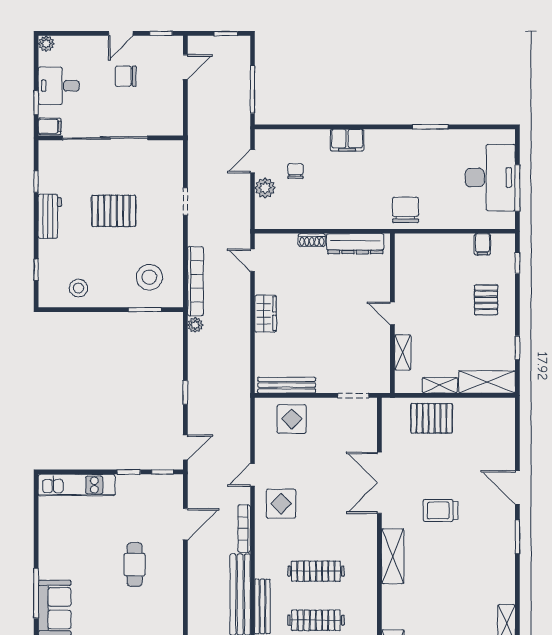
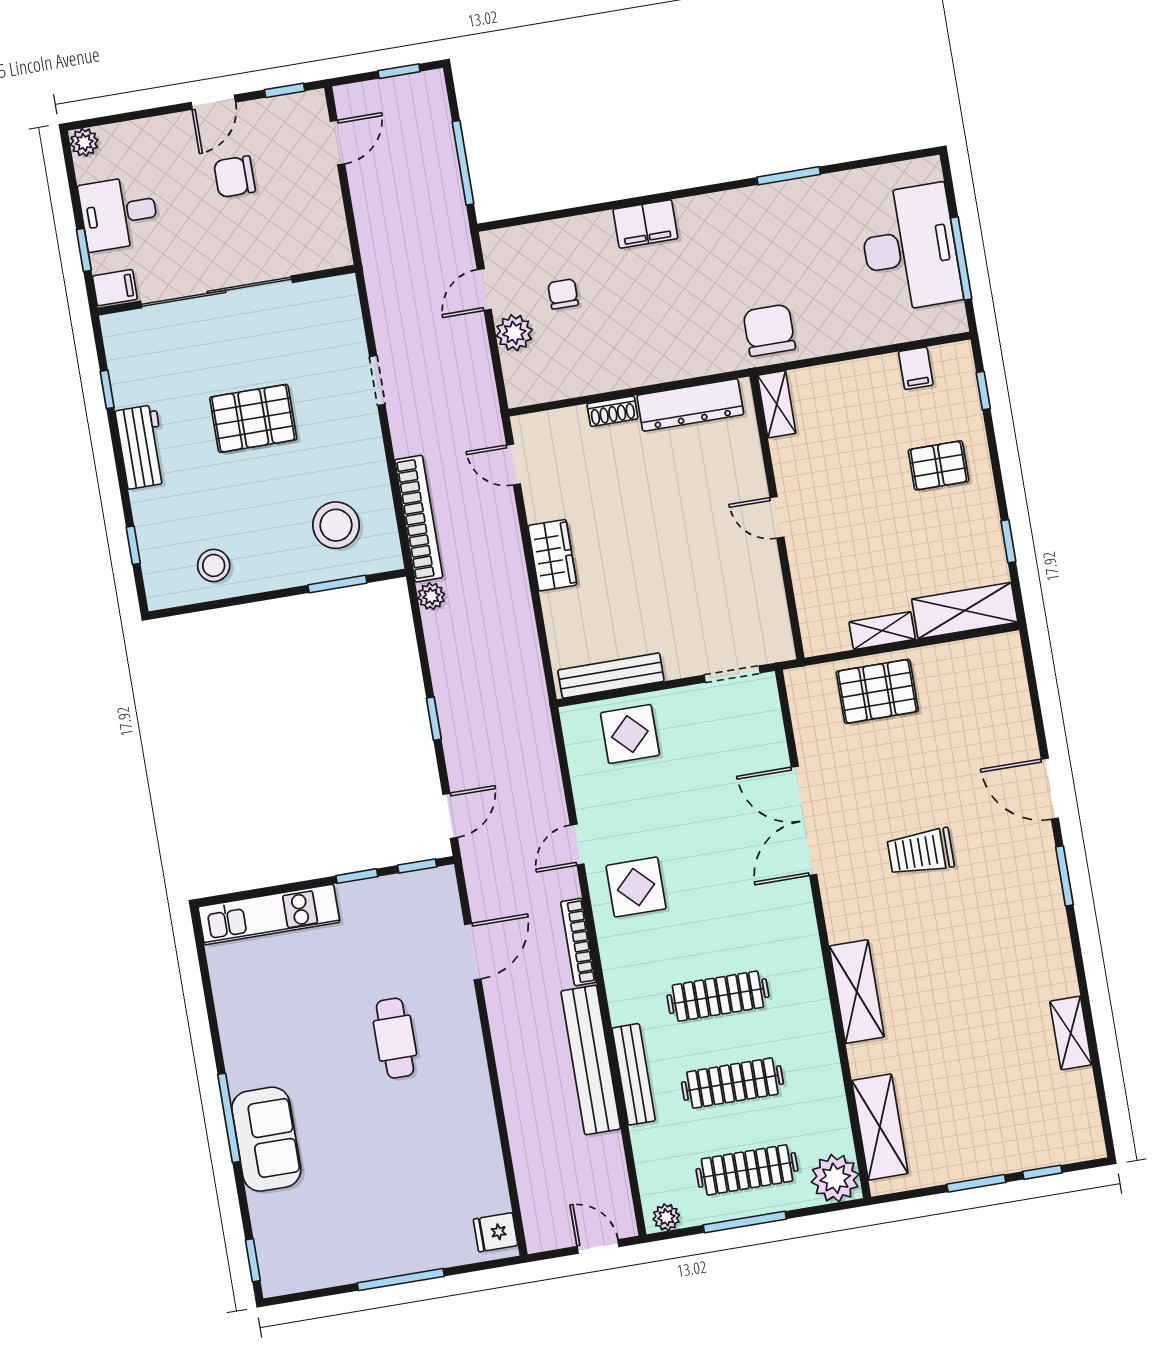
pallet: (486, 300) -> (939, 465), turned 90
shelving: (403, 352) -> (777, 404), moved
shelving: (393, 556) -> (857, 992), moved

